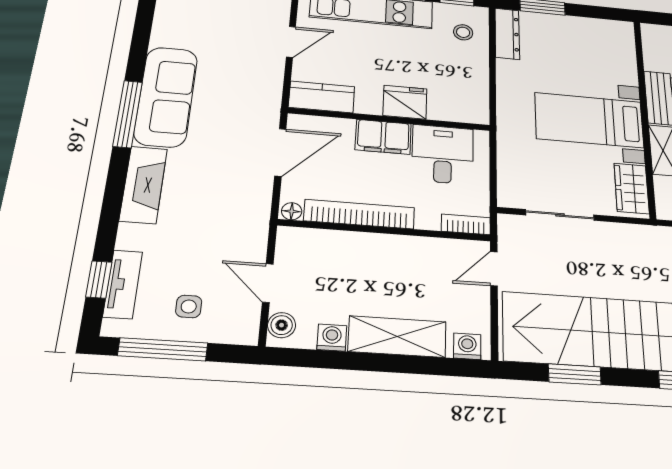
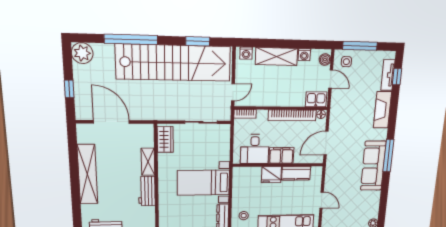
door: (291, 42) -> (322, 200), swing flipped
kitchen counter: (322, 97) -> (296, 173), moved
bed with nightstands: (589, 120) -> (203, 183), moved, turned 180
fireplace: (143, 185) -> (382, 110), moved
kitchen sink: (303, 243) -> (316, 99), added
side table: (189, 306) -> (346, 62), moved
window: (163, 349) -> (360, 46), moved

